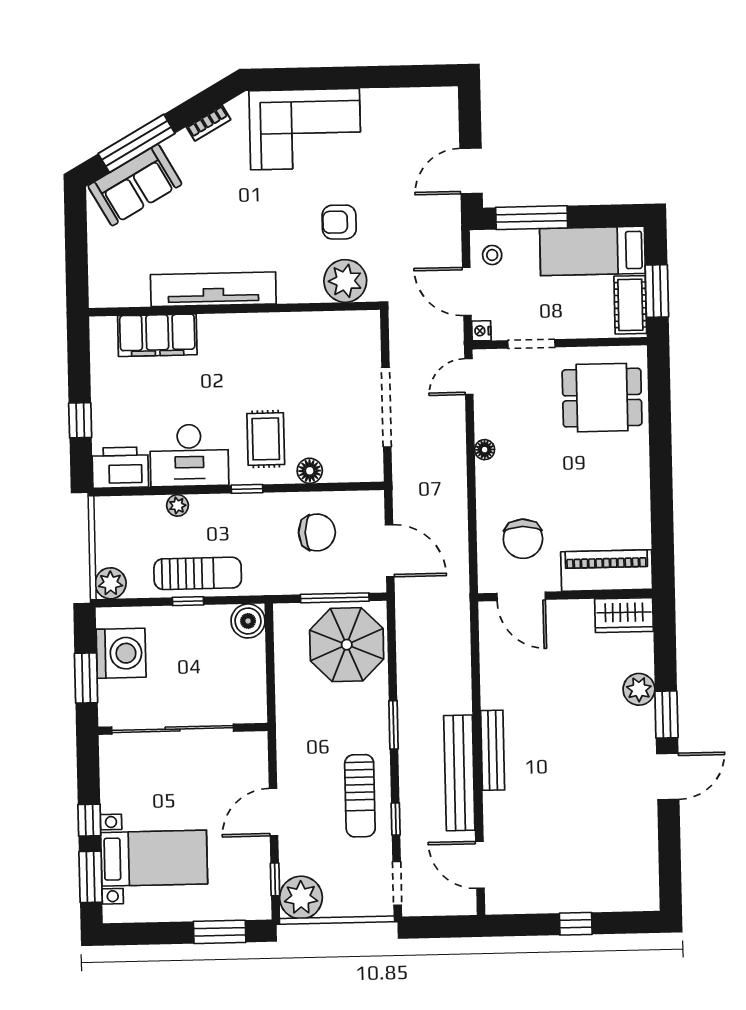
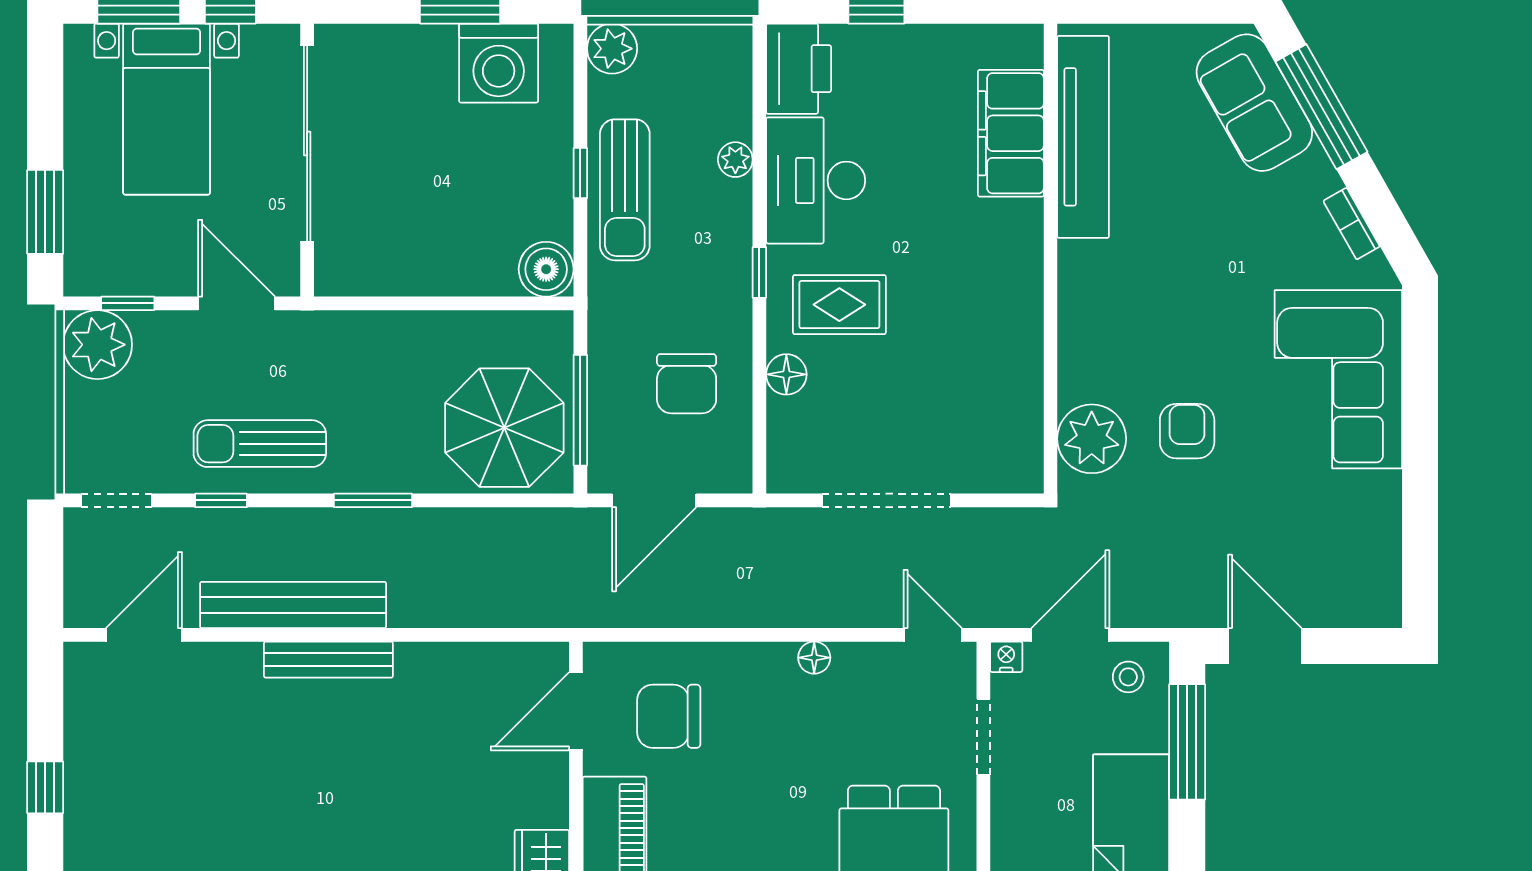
tv unit: (213, 289) -> (1083, 137), moved
sliding door: (173, 729) -> (307, 143), moved
wall: (183, 729) -> (307, 160), moved

